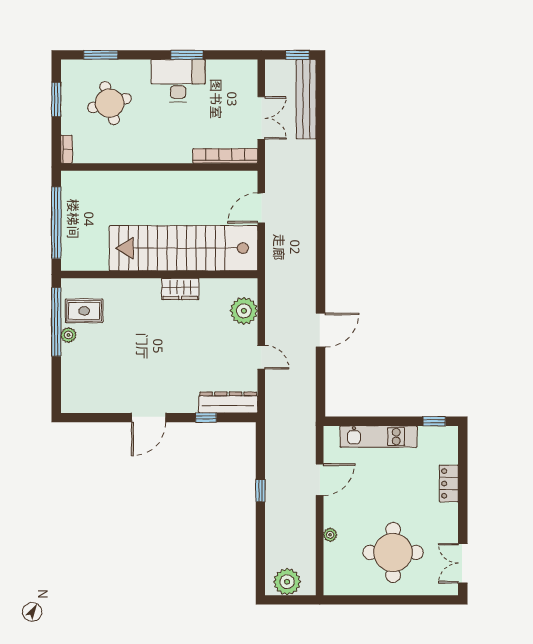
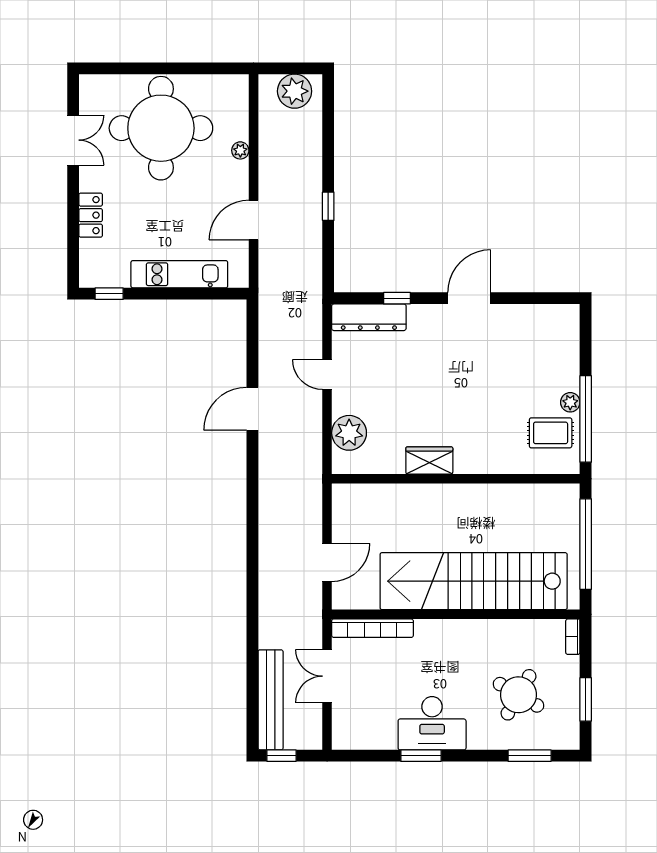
round table: (110, 103) -> (518, 695), turned 45
stairs: (184, 248) -> (474, 581), moved, turned 180
round table: (393, 552) -> (161, 128), width x1.36, depth x1.36
double door: (463, 563) -> (73, 140), moved

